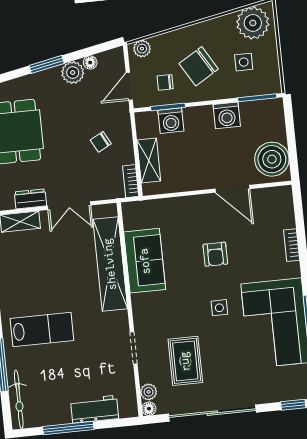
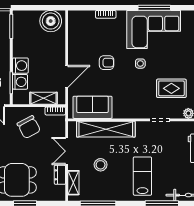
washing machine: (227, 115) -> (20, 66), moved
chair: (101, 142) -> (29, 127), width x1.87, depth x1.87
door: (232, 189) -> (67, 76), moved
double door: (69, 206) -> (67, 151), swing flipped
stool: (53, 261) -> (101, 165), added
sofa: (145, 261) -> (93, 107), moved

